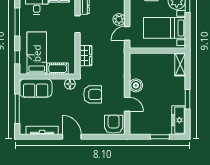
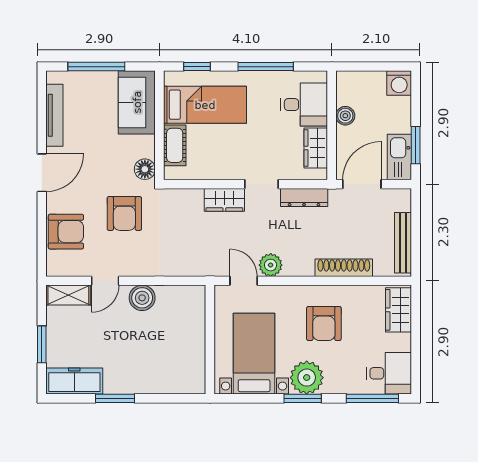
wardrobe: (86, 56) -> (224, 200), moved
shelving: (180, 64) -> (68, 295), moved
armchair: (114, 124) -> (66, 232), moved

